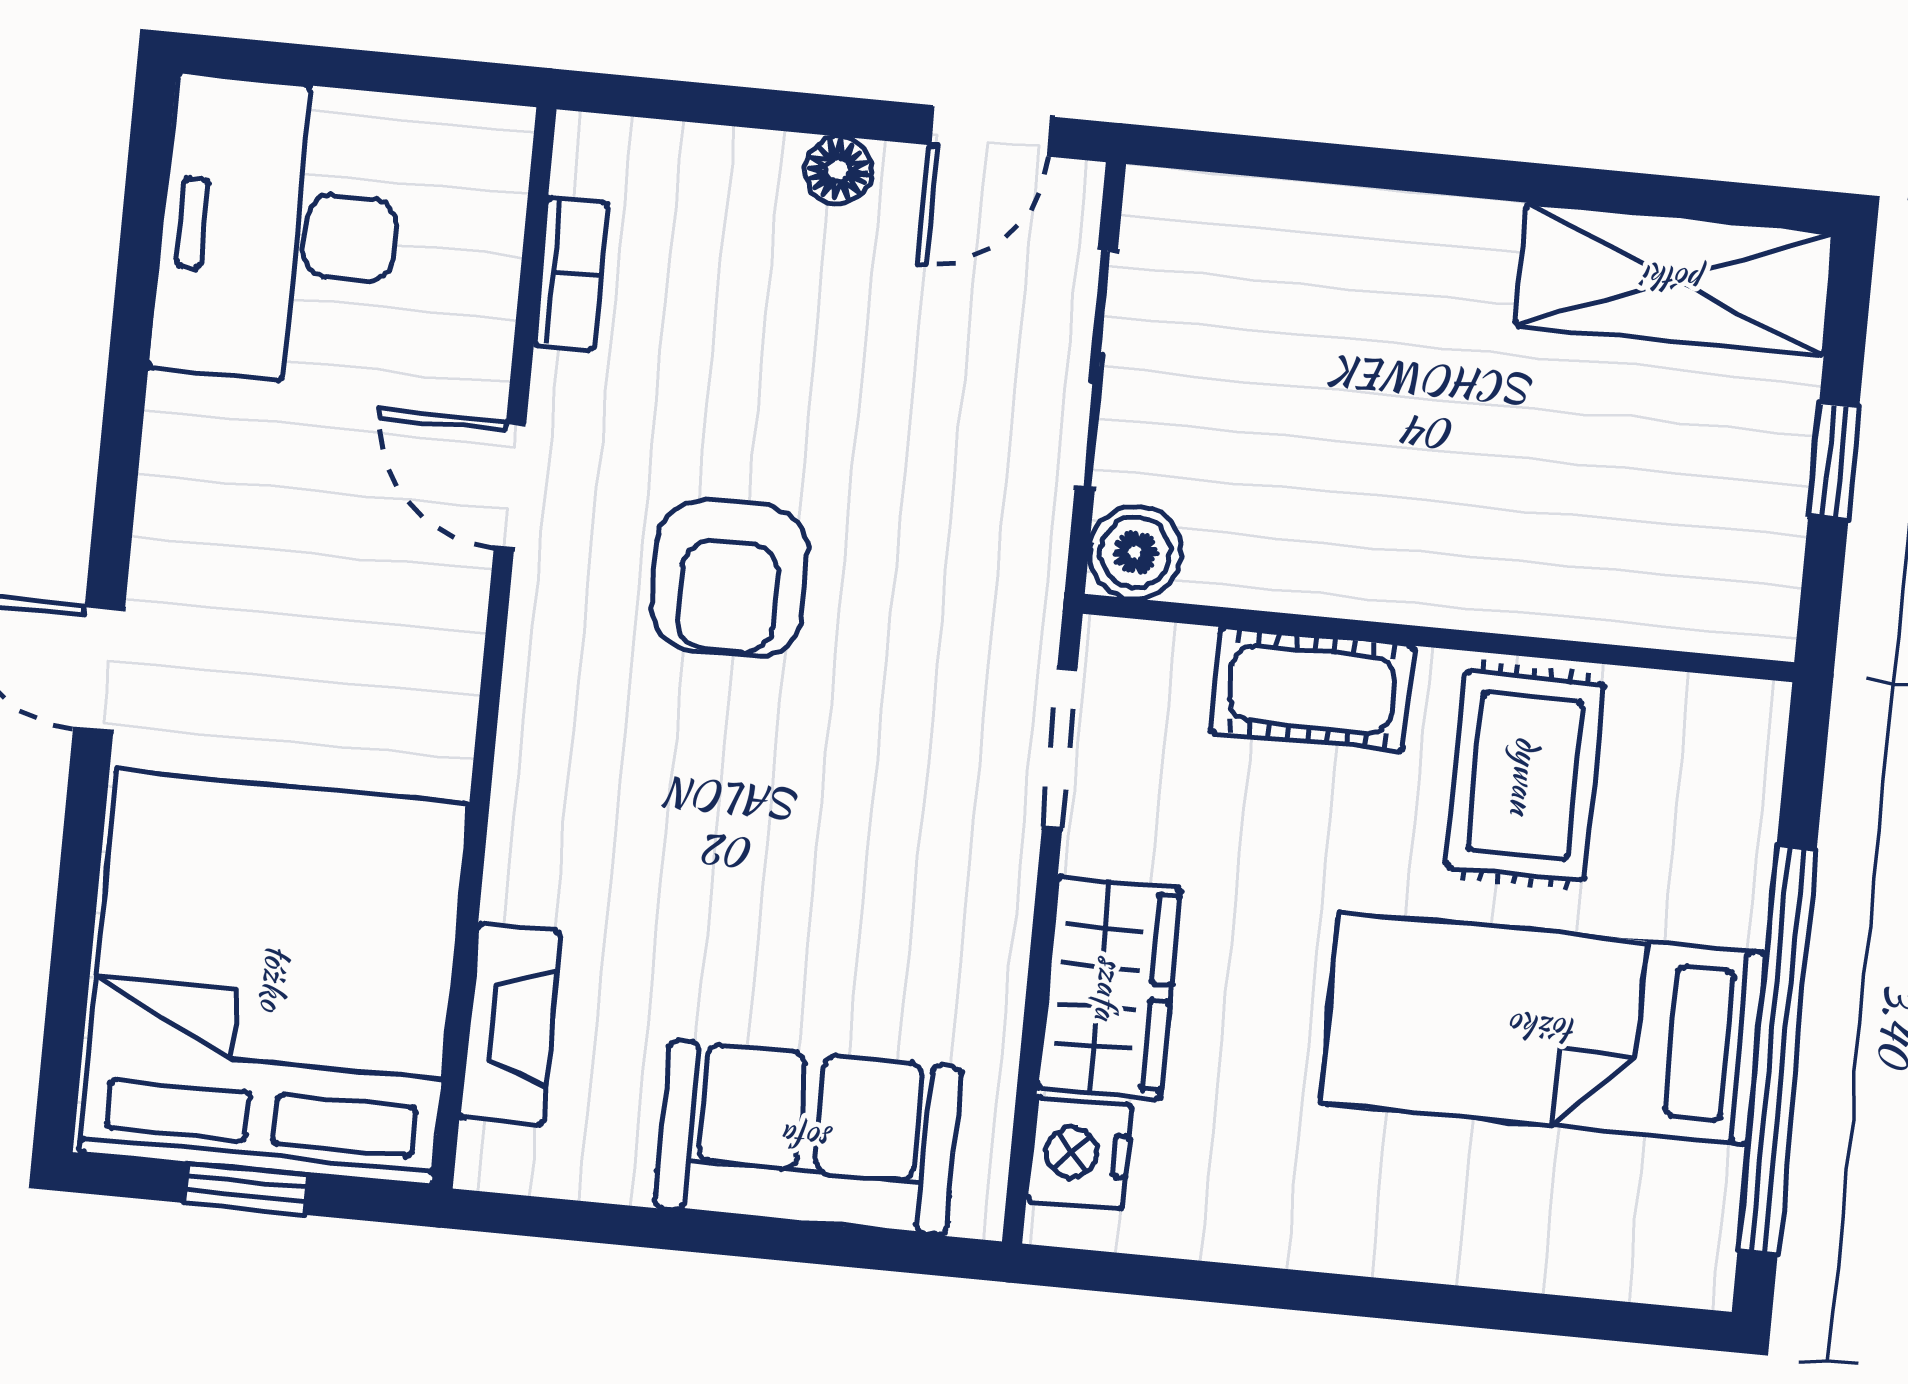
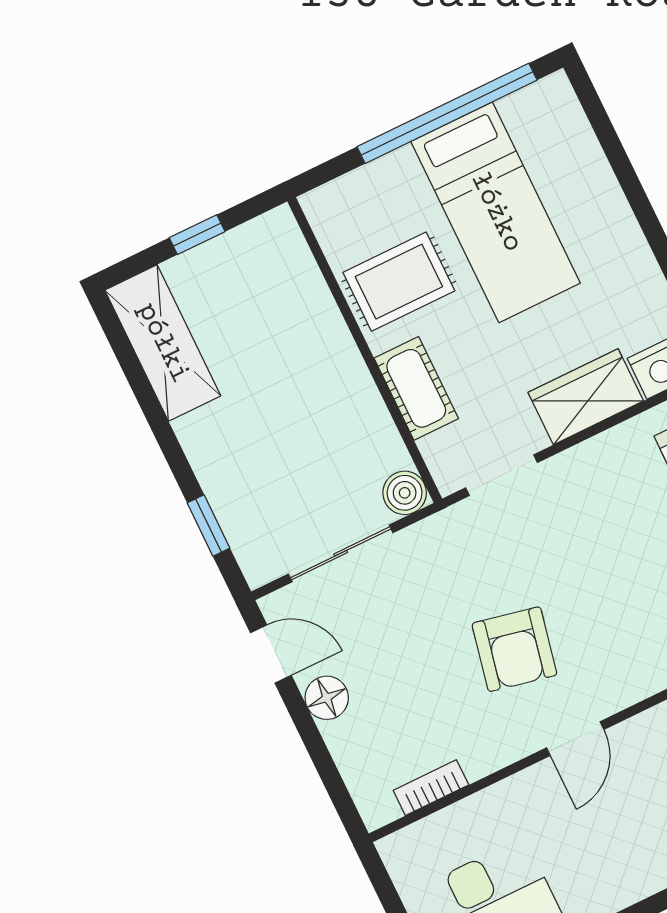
window: (1293, 160) -> (208, 526), added
floor lamp: (838, 170) -> (327, 698), width x1.37, depth x1.37
door: (510, 486) -> (575, 739), moved
armchair: (730, 578) -> (514, 649), turned 102

